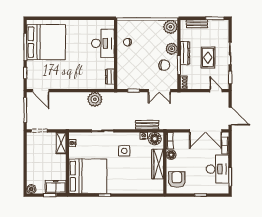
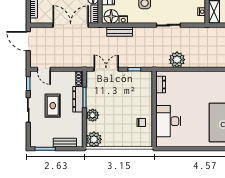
dresser: (185, 53) -> (78, 99), moved
chair: (164, 65) -> (101, 97), removed
double door: (206, 131) -> (71, 25), moved

